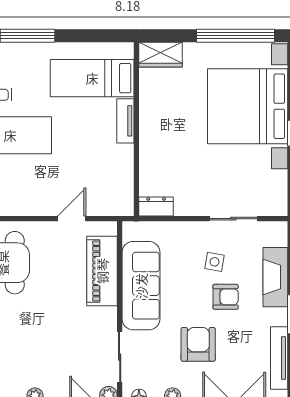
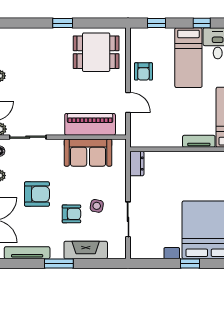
armchair: (29, 197) -> (143, 71), added
sofa: (141, 286) -> (88, 153), width x0.73
armchair: (226, 297) -> (71, 214), turned -90

